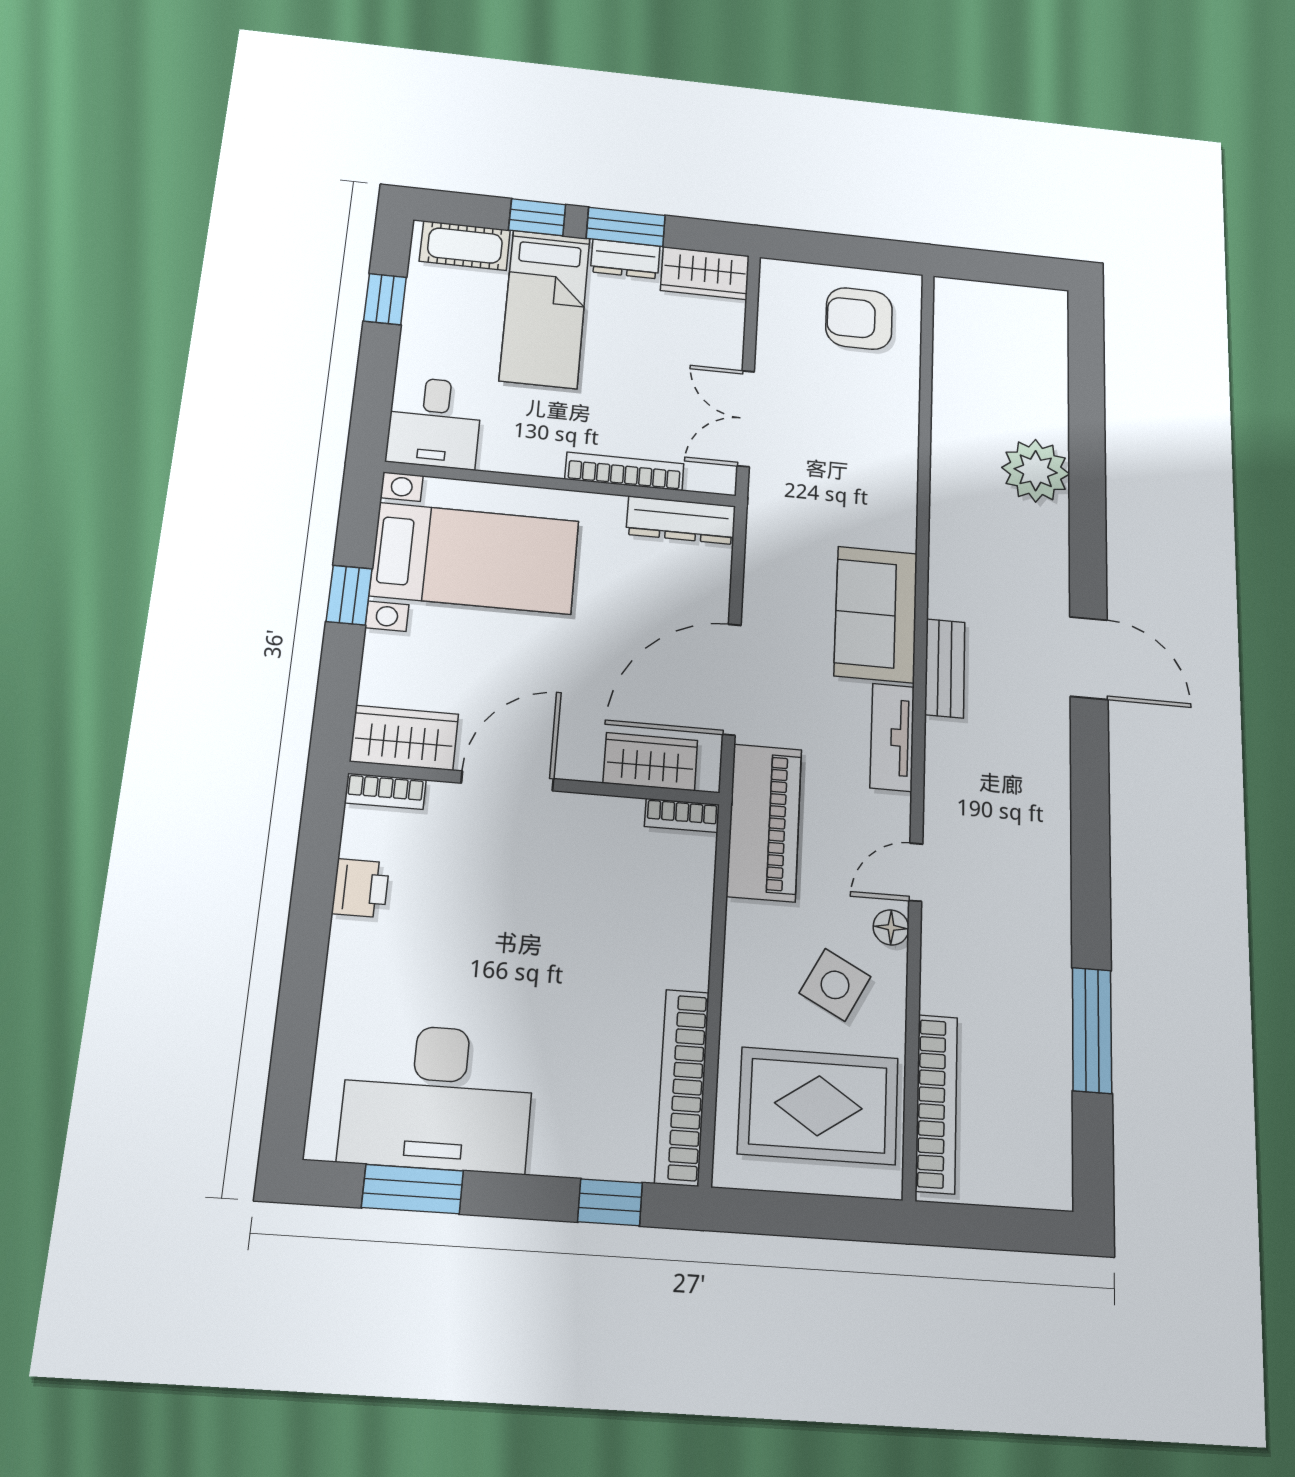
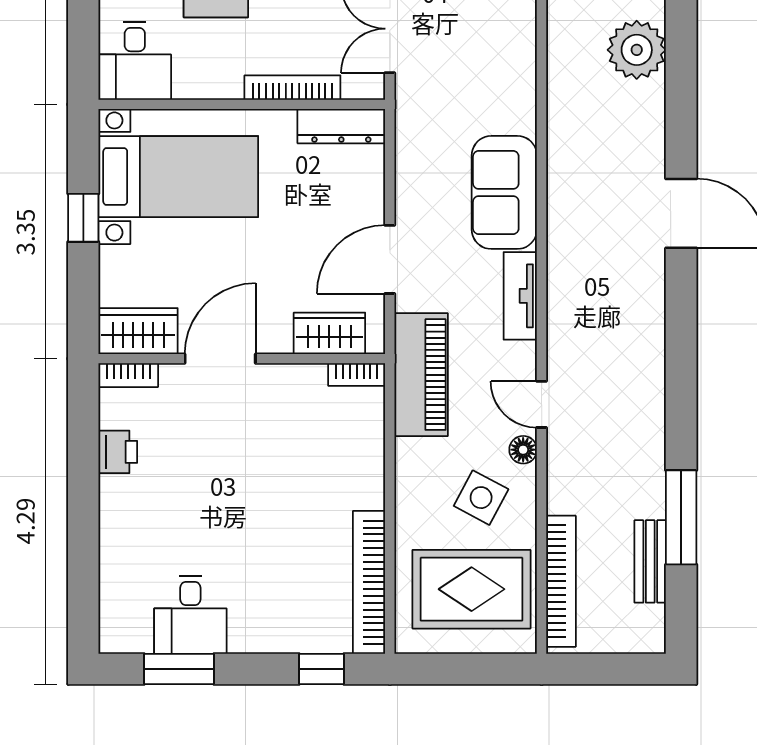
bench: (945, 668) -> (650, 561), moved
door: (732, 679) -> (390, 259), width x0.73
door: (916, 872) -> (542, 404), hinge flipped
desk: (438, 1098) -> (190, 615), width x0.53, depth x0.77

